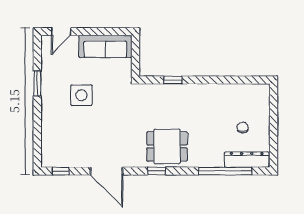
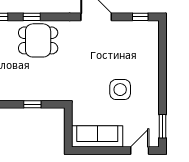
window: (37, 83) -> (162, 126), moved
window: (157, 171) -> (32, 17), moved

